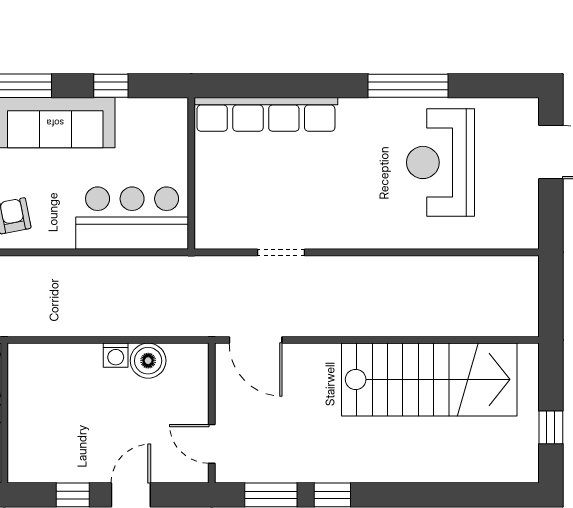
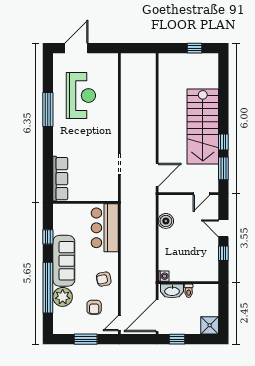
row of seats: (266, 114) -> (60, 179), width x0.73
reception desk: (441, 162) -> (81, 96), turned -90
washing machine: (116, 355) -> (164, 276), moved
stairs: (429, 379) -> (203, 126), moved, turned 180

